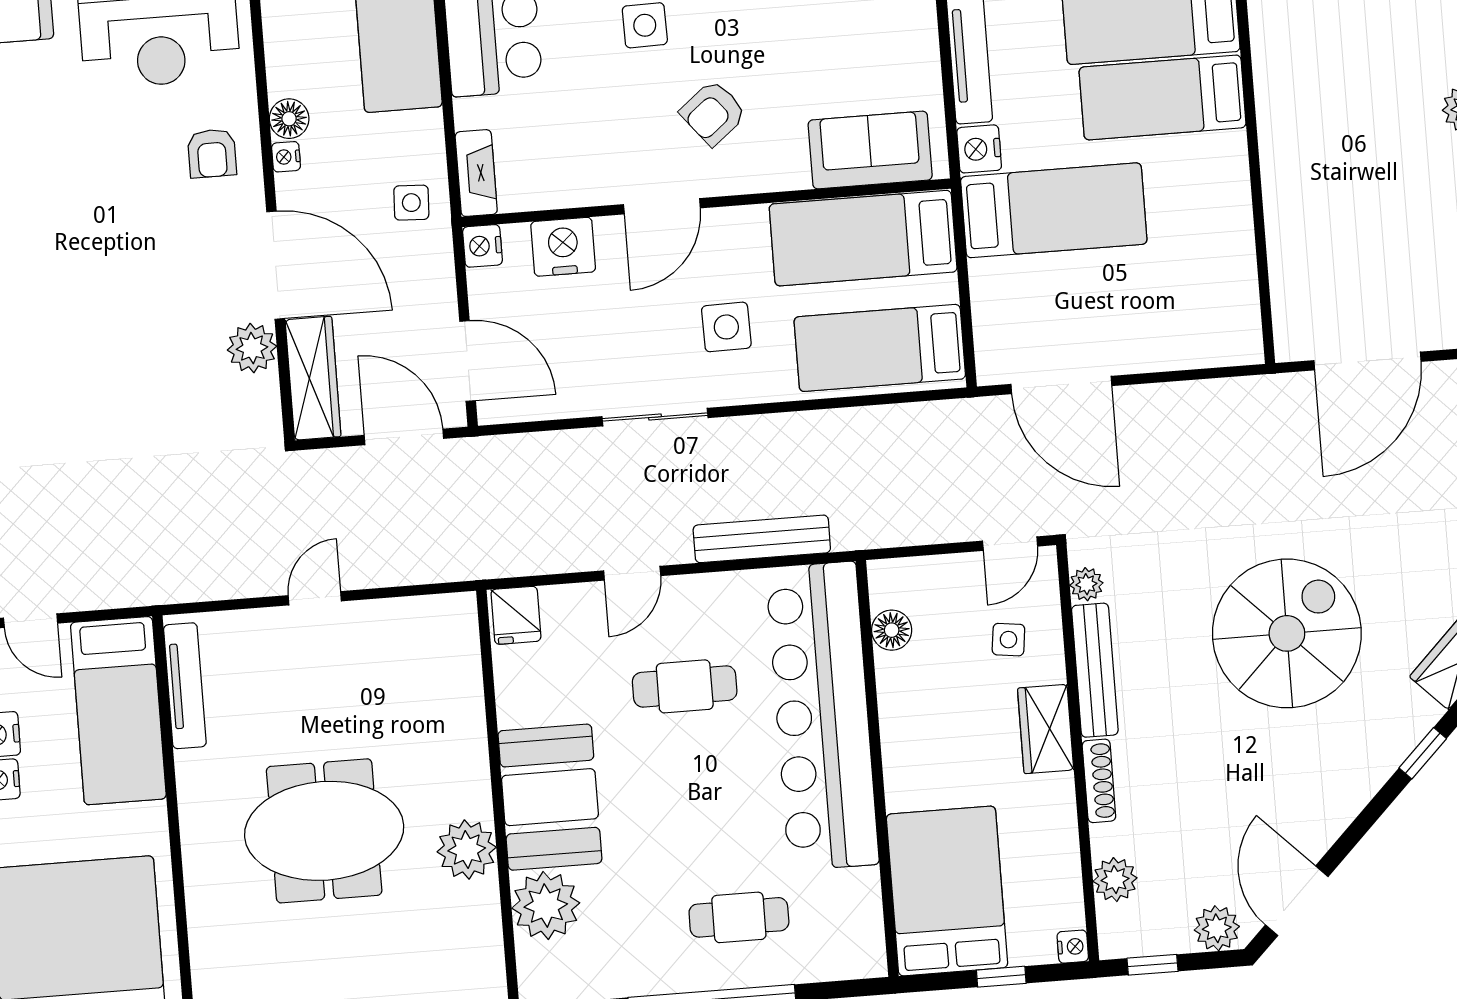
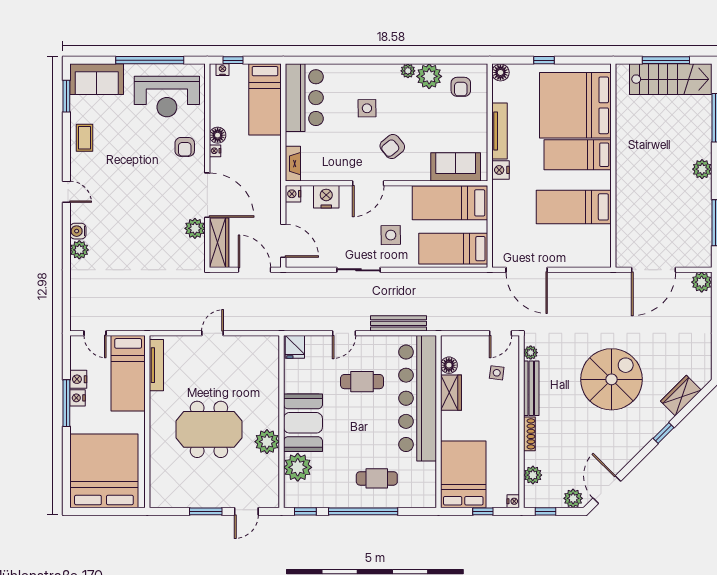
side table: (411, 203) -> (265, 174), removed
bed: (1054, 210) -> (574, 207), moved, turned 180
wardrobe: (1046, 729) -> (451, 393), moved, turned 180

